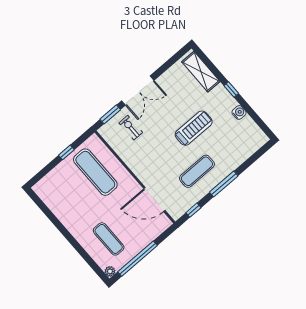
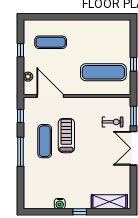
treadmill: (194, 128) -> (66, 136), moved, turned 180
door: (154, 200) -> (50, 96), hinge flipped
window: (137, 259) -> (20, 50), width x0.32
plant: (110, 271) -> (28, 77), moved

